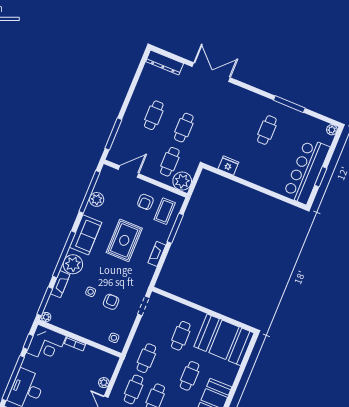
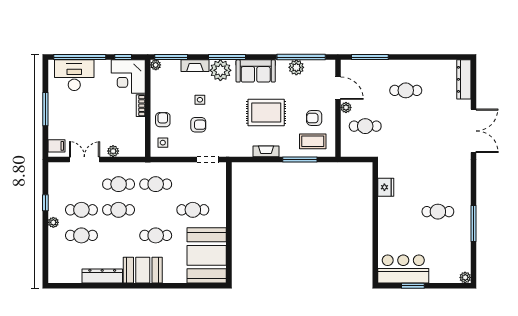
cafe table: (184, 128) -> (406, 126), removed
bar counter: (306, 171) -> (403, 269), width x0.73
plant: (182, 181) -> (346, 107), moved, width x0.53, depth x0.53
window: (64, 254) -> (227, 57), width x0.68
armchair: (95, 330) -> (163, 120), added

